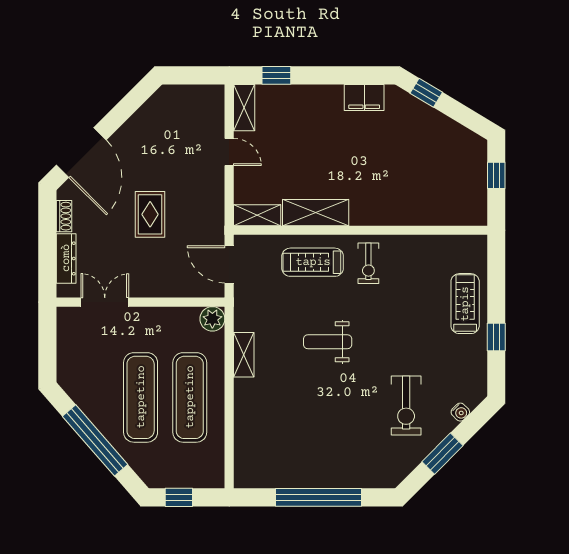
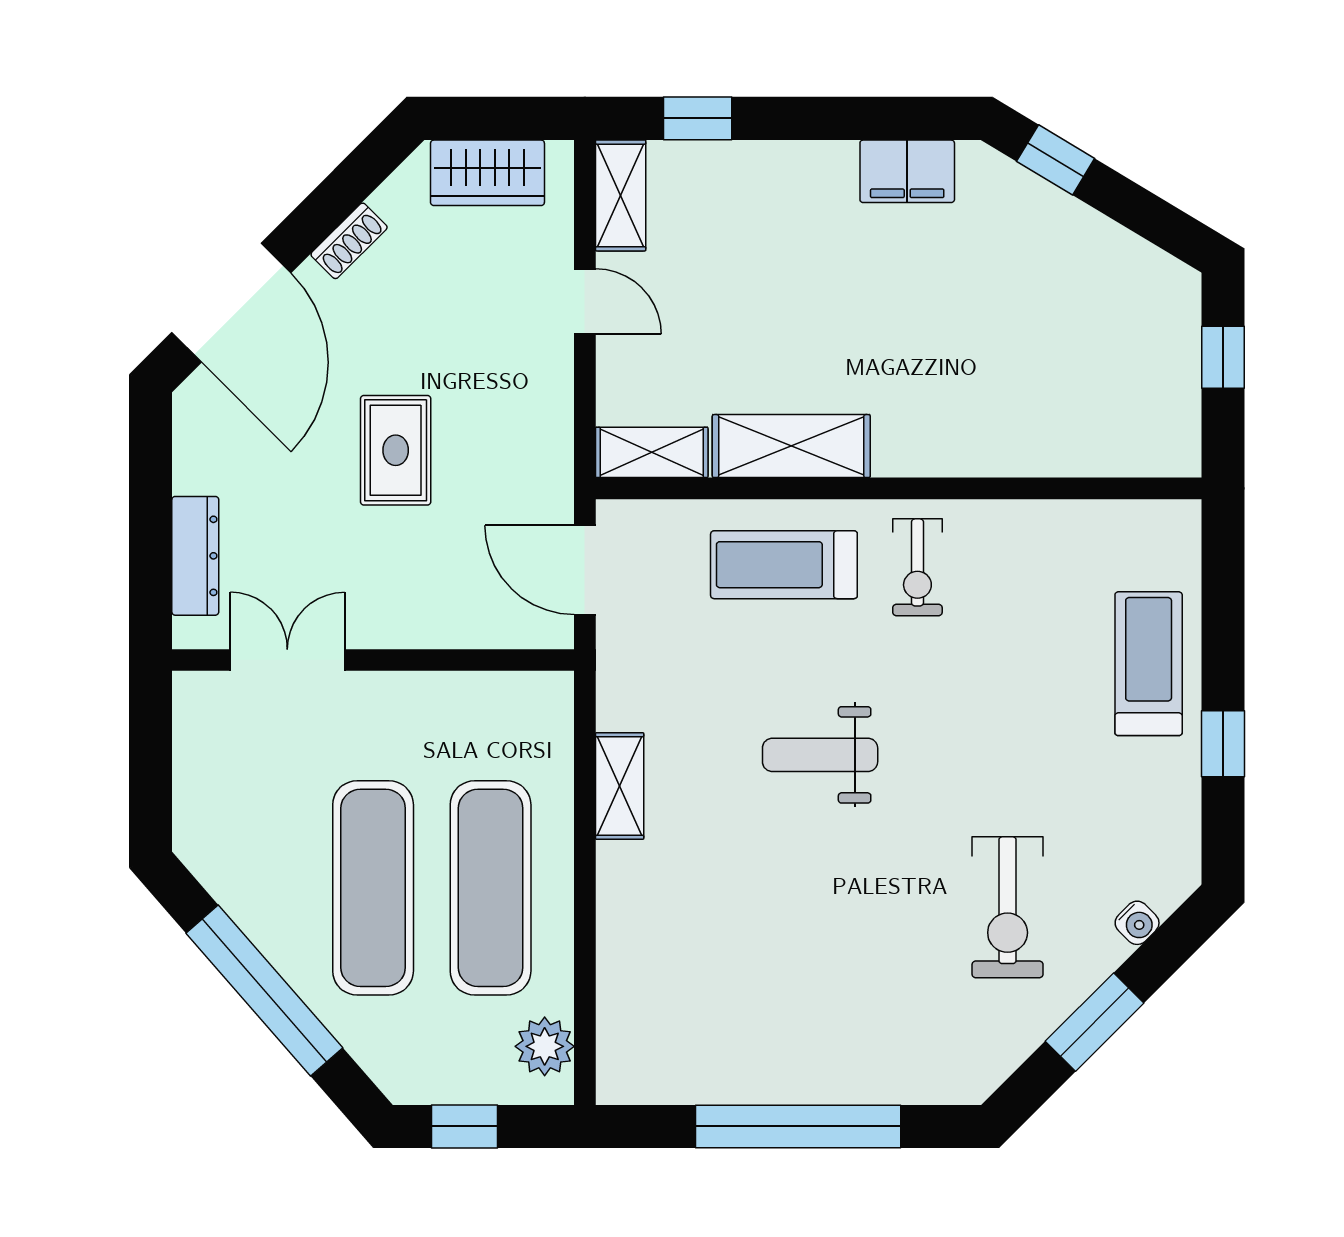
wardrobe: (188, 98) -> (487, 173), added
shoe rack: (64, 216) -> (349, 241), moved, turned 45
plant: (212, 319) -> (545, 1046), moved

